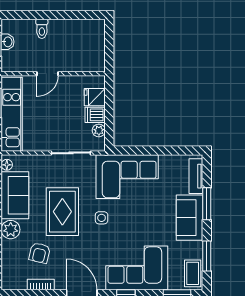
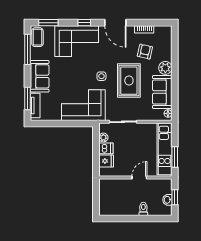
window: (207, 204) -> (28, 99), moved
window: (207, 256) -> (28, 49), width x1.44

